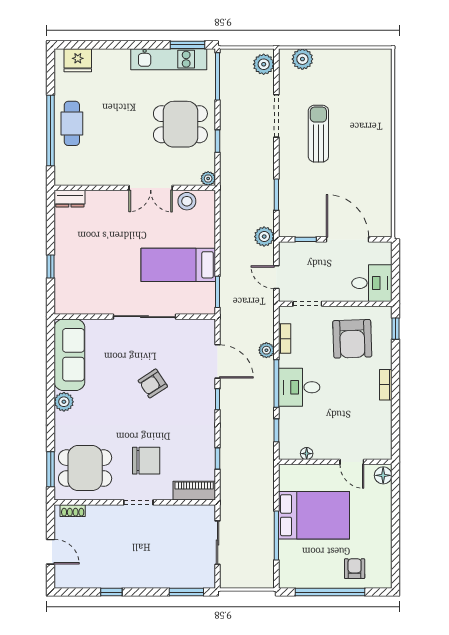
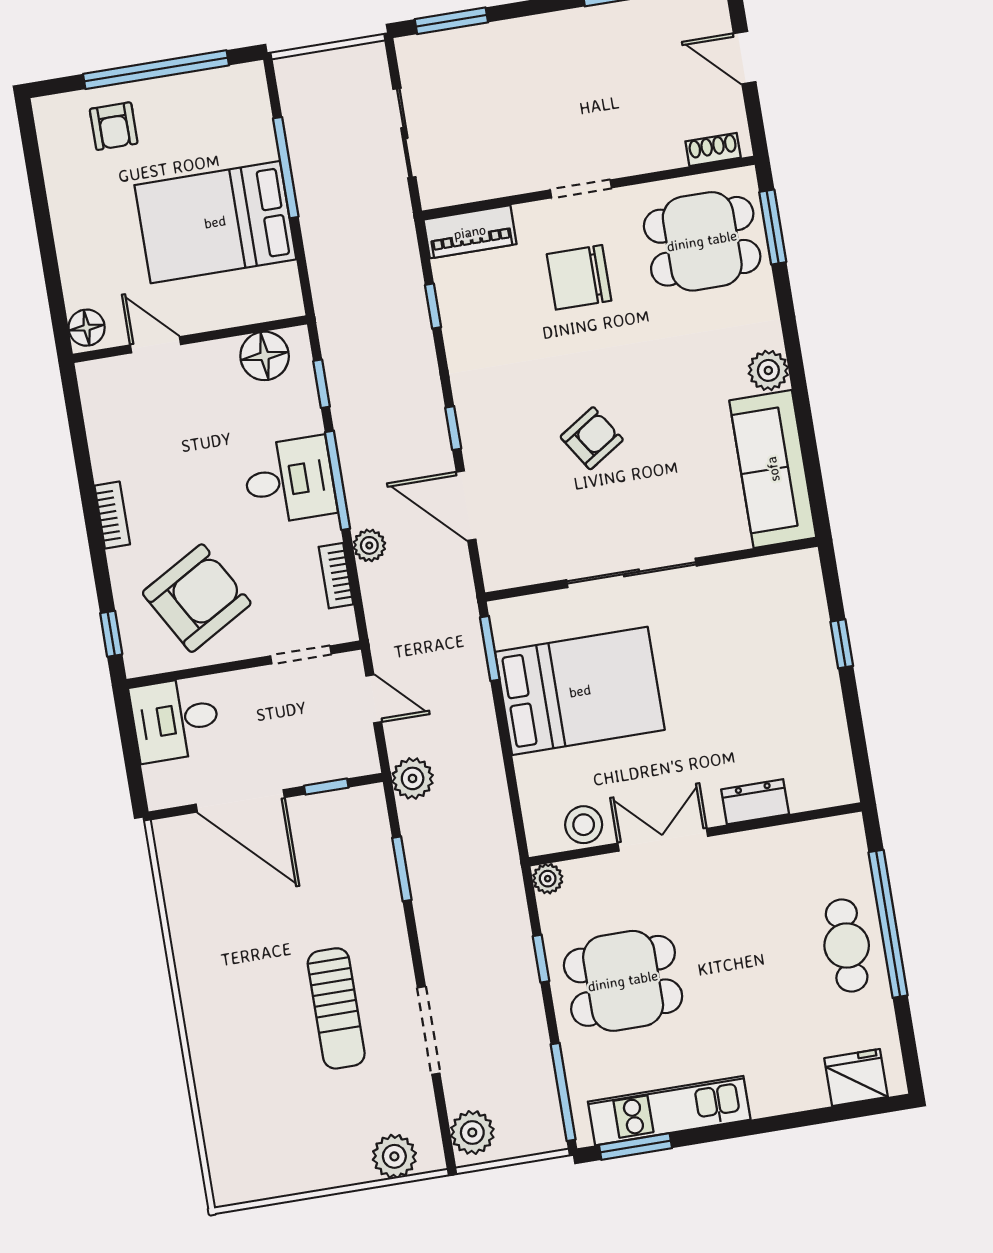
dresser: (70, 199) -> (755, 802), moved
bed: (178, 265) -> (580, 691), width x1.50
armchair: (352, 339) -> (197, 598), turned 62
floor lamp: (307, 454) -> (265, 356), width x1.89, depth x1.89

